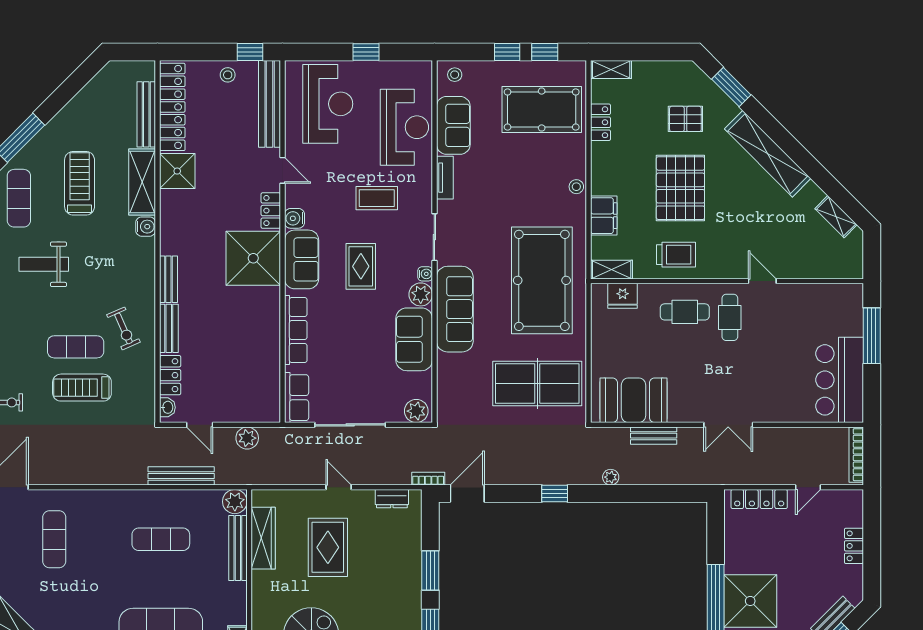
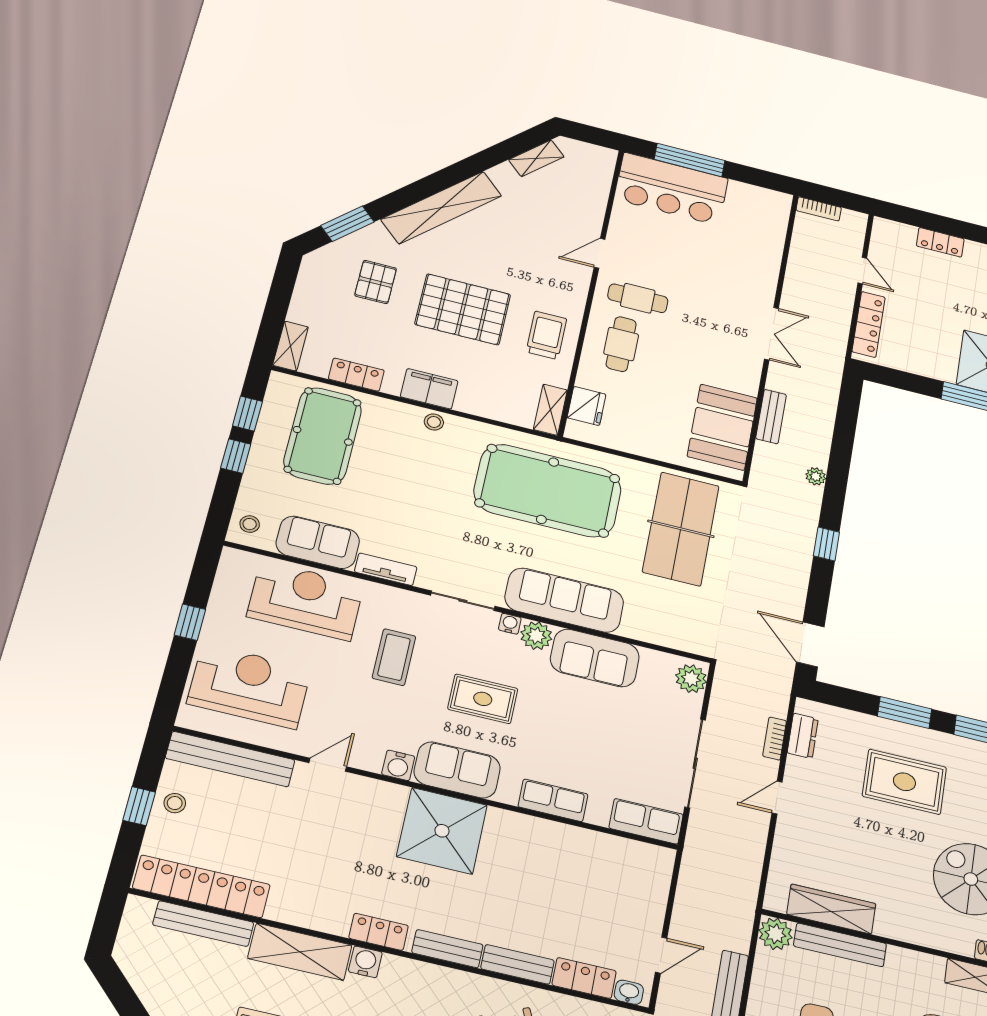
window: (250, 52) -> (139, 806), moved
shower: (177, 171) -> (295, 901), removed
locker: (271, 211) -> (379, 932), moved, turned 180
filing cabinet: (604, 216) -> (429, 389), moved
row of seats: (296, 330) -> (553, 800), width x0.68
bar counter: (840, 380) -> (671, 189), moved
plant: (247, 438) -> (690, 897), removed
bookcase: (856, 455) -> (819, 209), width x0.64
bookcase: (428, 479) -> (775, 738), moved
rug: (328, 547) -> (904, 782), moved

